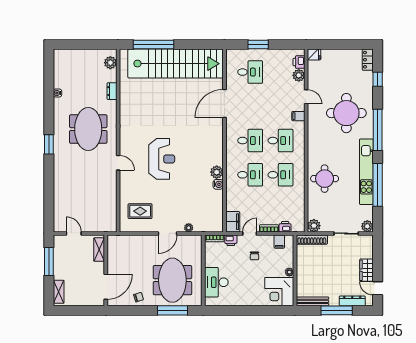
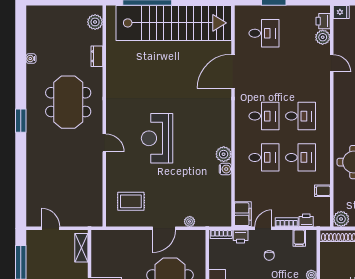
filing cabinet: (298, 116) -> (322, 191), moved
reception desk: (162, 159) -> (157, 138), turned 180

